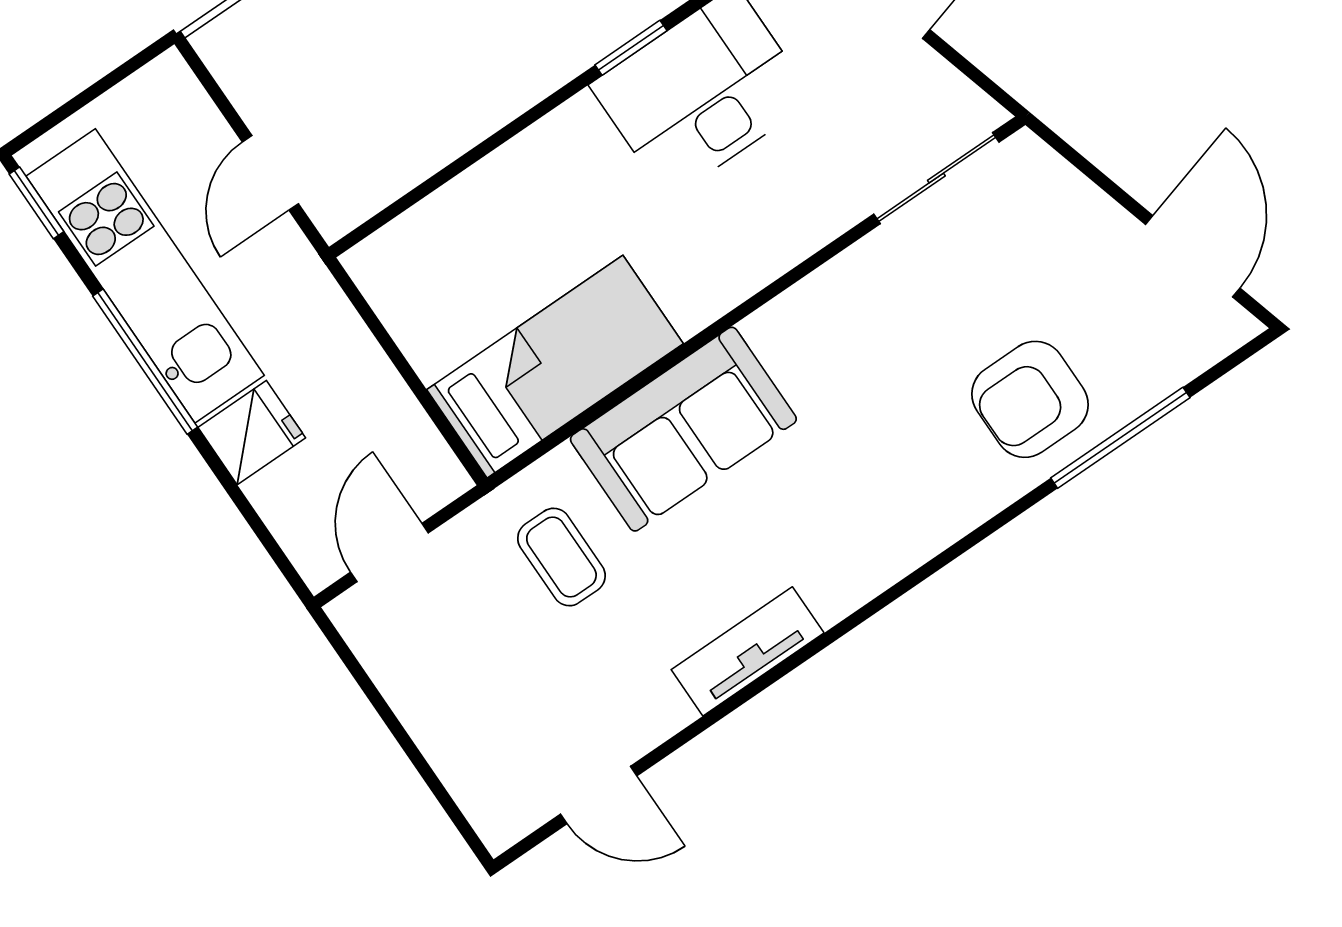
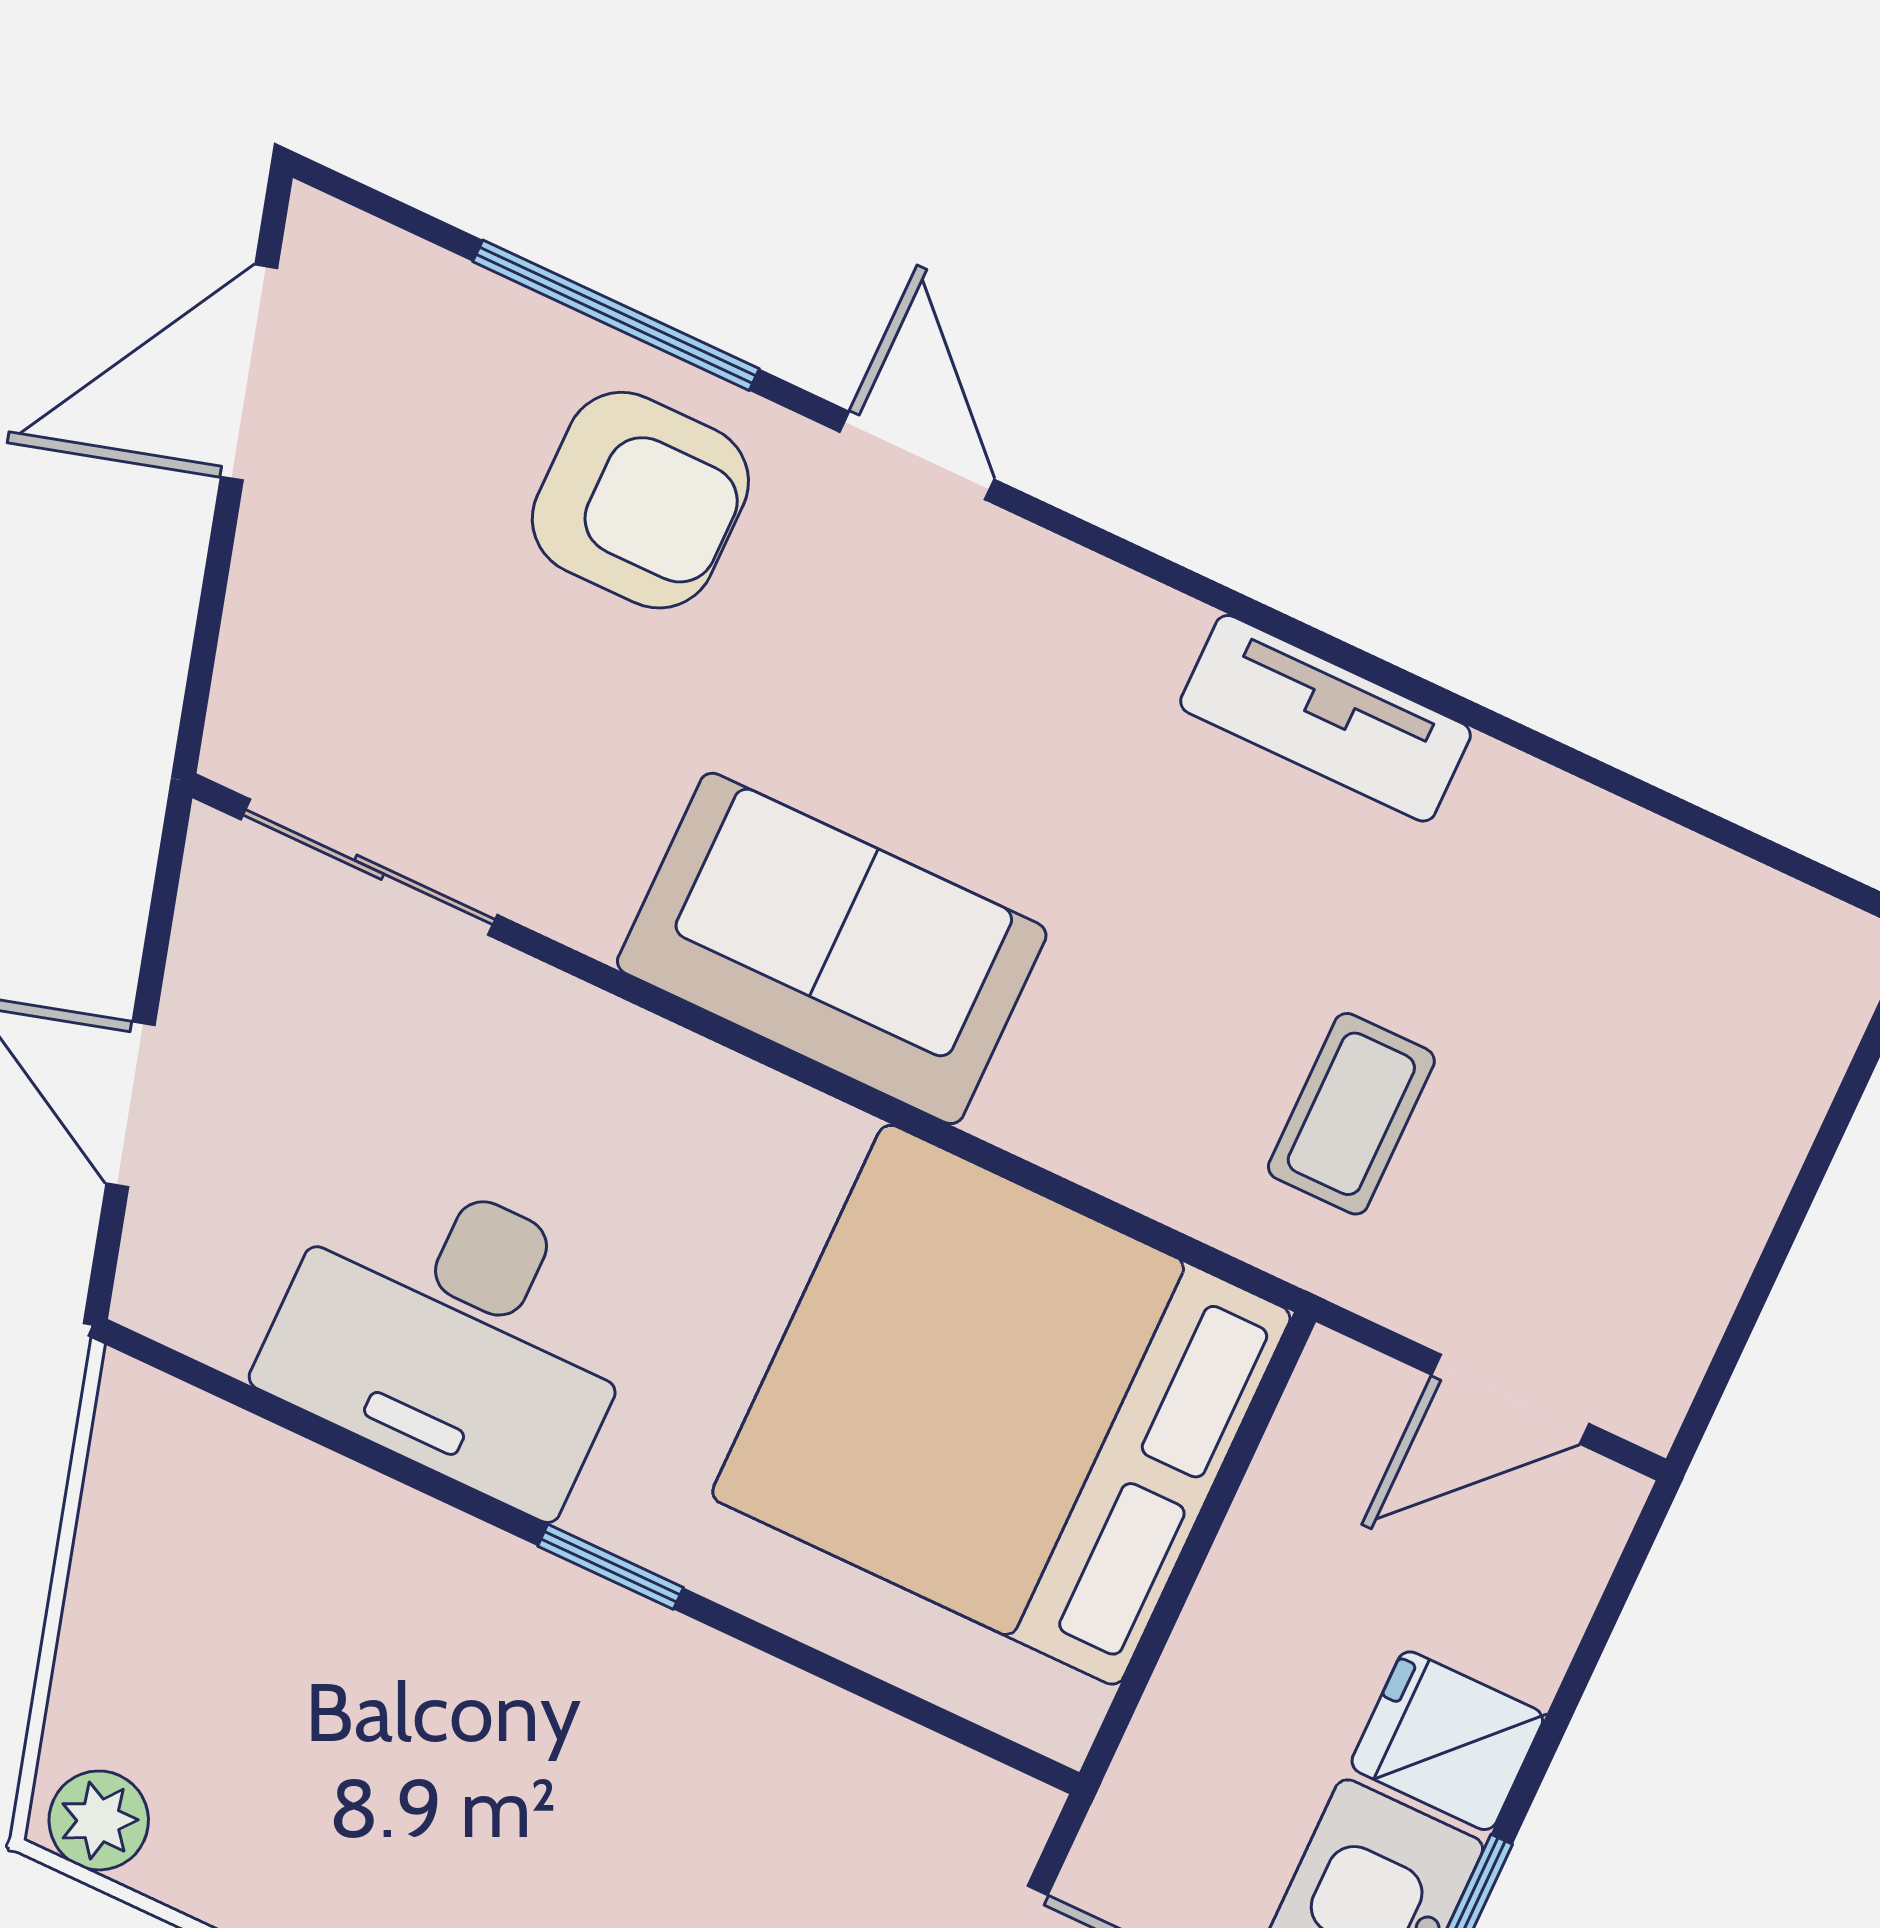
window: (631, 48) -> (611, 1567), moved
bed: (555, 367) -> (1001, 1405), width x2.04
sofa: (683, 429) -> (832, 948), moved
door: (599, 795) -> (917, 456), moved

